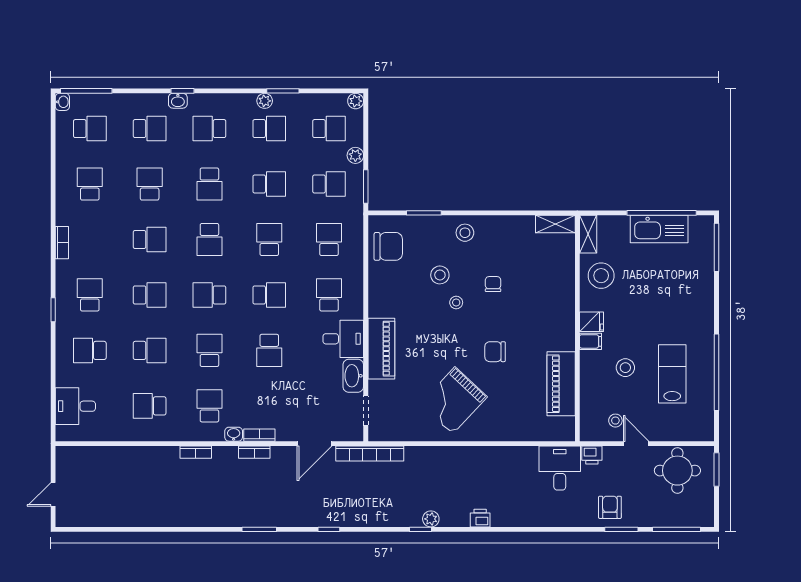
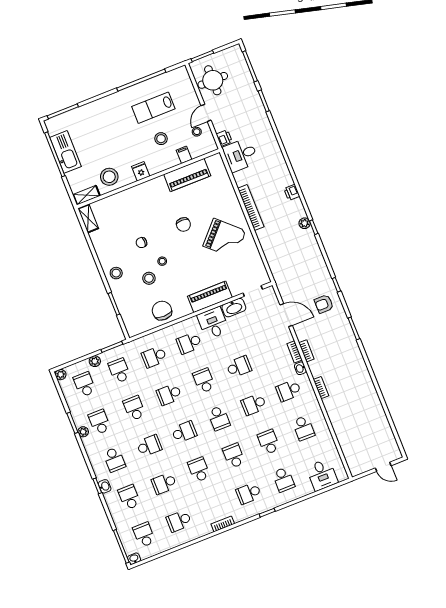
chair: (388, 246) -> (162, 311), moved
filing cabinet: (591, 341) -> (184, 155), moved
bookcase: (370, 454) -> (251, 208), moved
armchair: (610, 507) -> (324, 304), moved

